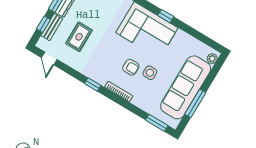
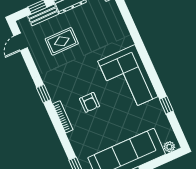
window: (166, 16) -> (166, 105), moved
side table: (150, 73) -> (103, 120), removed

